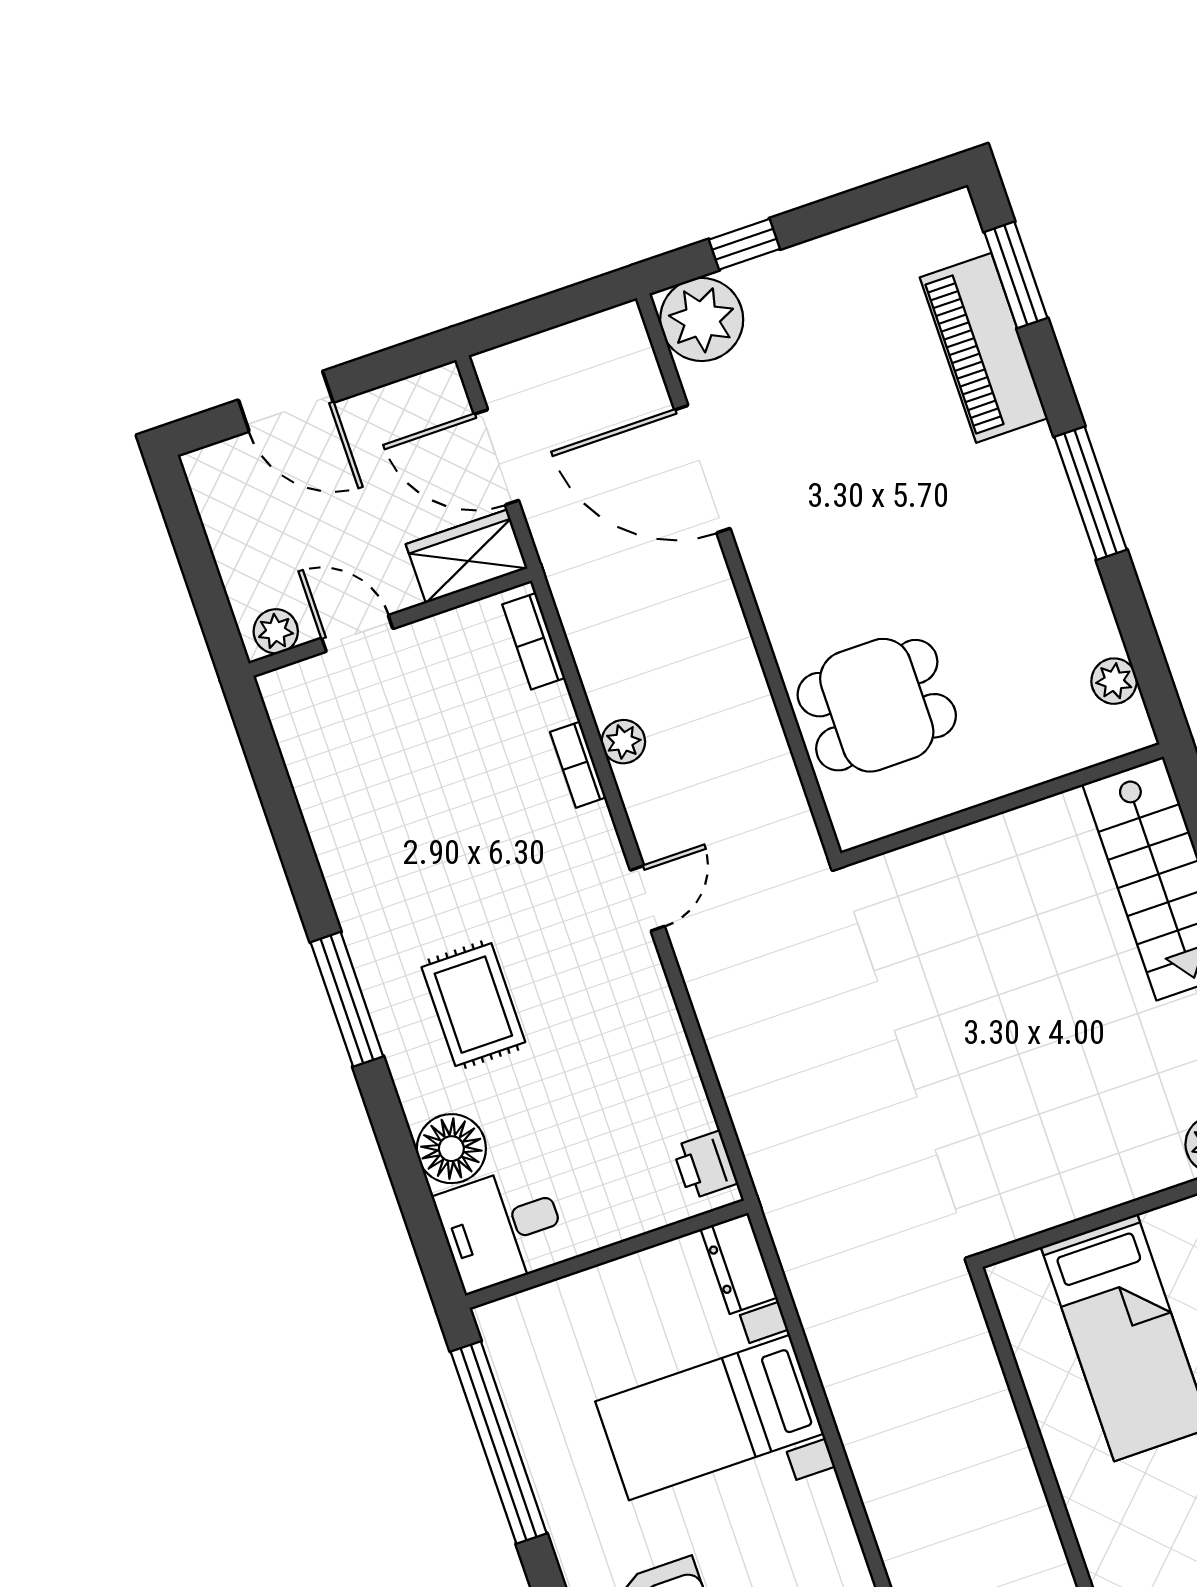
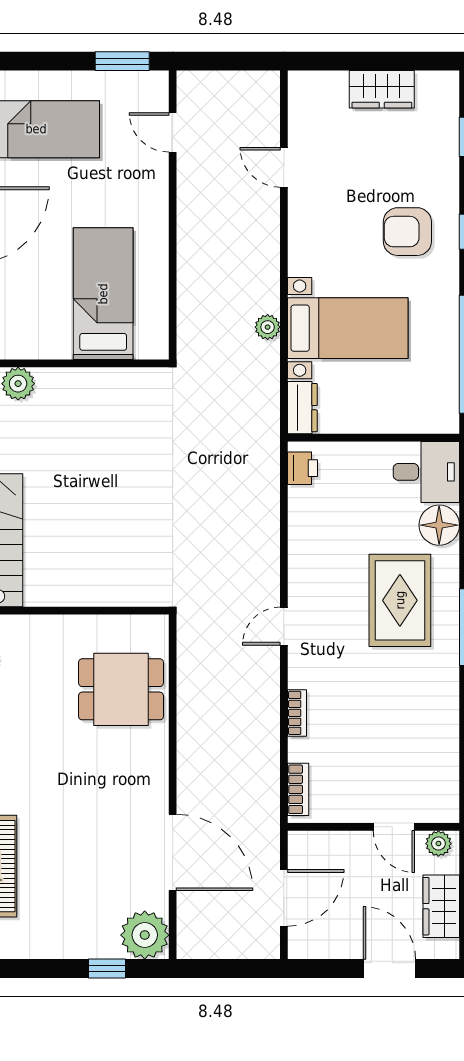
door: (496, 457) -> (284, 898), hinge flipped
wardrobe: (467, 556) -> (441, 906), moved, turned 90
plant: (623, 742) -> (268, 327), moved
rug: (473, 1005) -> (400, 600), width x1.36, depth x1.43

